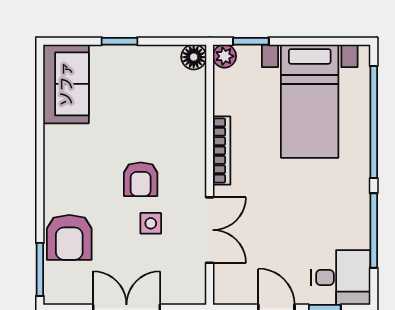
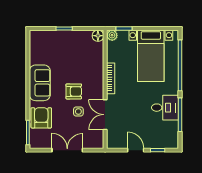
sofa: (66, 84) -> (40, 83), moved
armchair: (141, 179) -> (74, 91), turned -90
double door: (210, 230) -> (105, 115), swing flipped
armchair: (69, 237) -> (41, 118), turned 180
desk: (341, 277) -> (165, 108), moved

